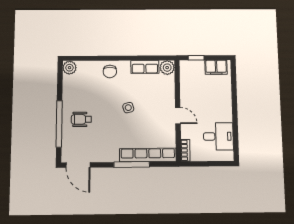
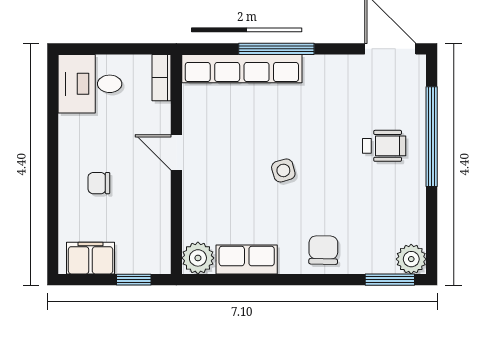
window: (79, 58) -> (390, 280), added
chair: (213, 101) -> (99, 183), added
desk: (218, 136) -> (90, 84), moved

